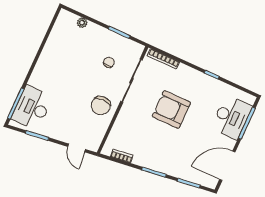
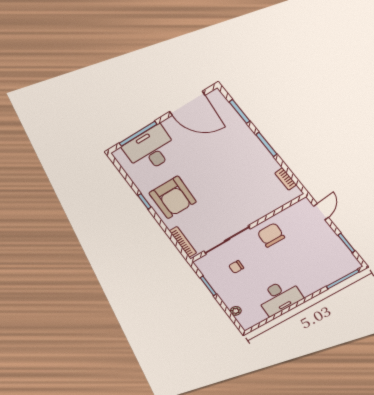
chair: (101, 106) -> (271, 235), turned -90
desk: (32, 108) -> (279, 297), moved
armchair: (171, 109) -> (173, 198), moved

